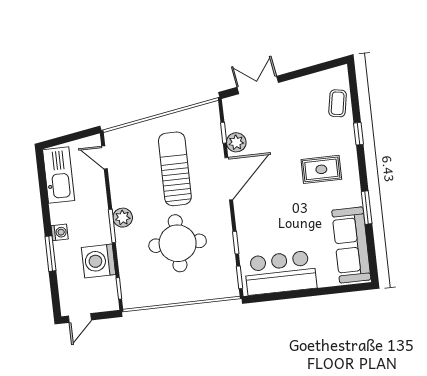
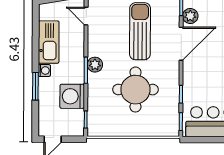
kitchen sink: (59, 175) -> (49, 42), moved

